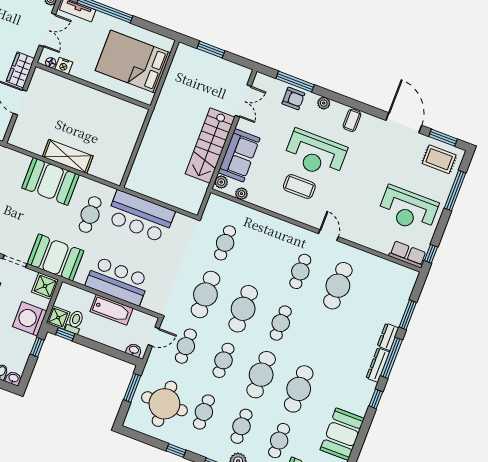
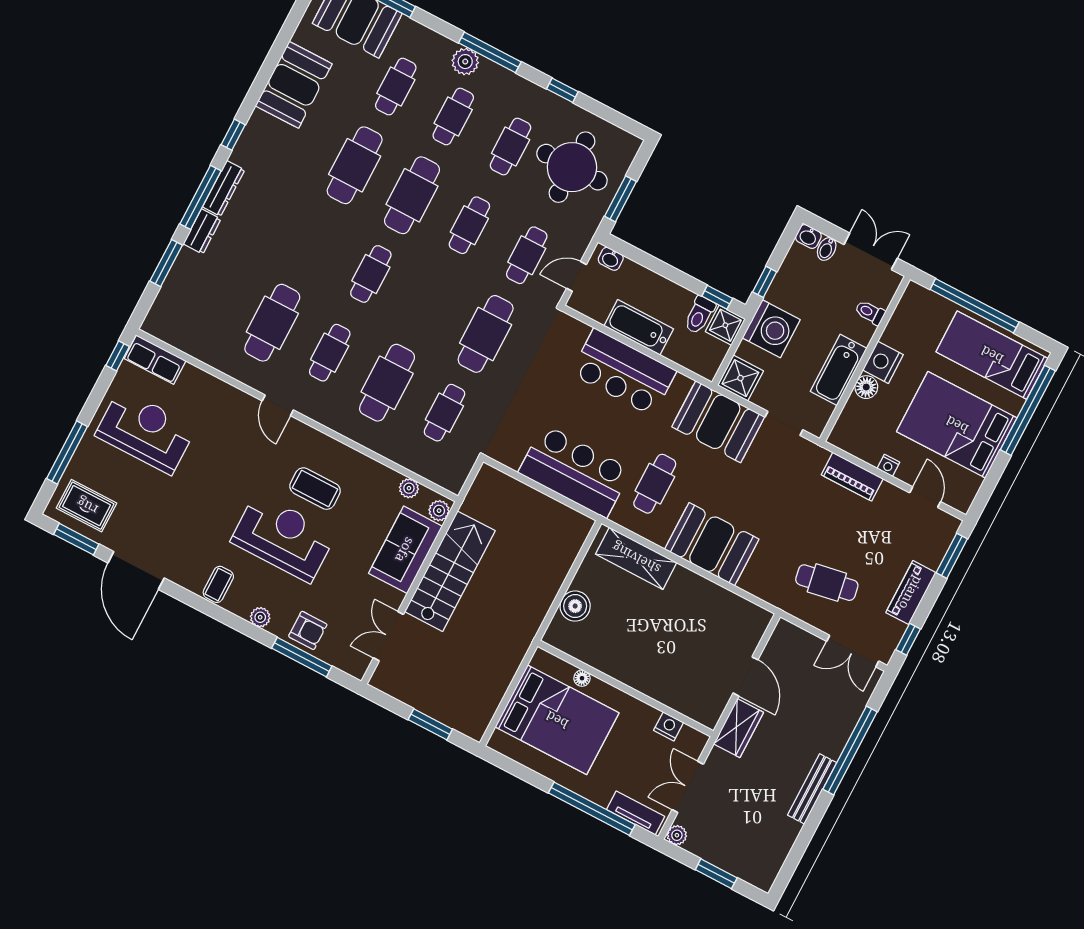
floor lamp: (51, 63) -> (582, 678), moved
armchair: (293, 98) -> (308, 630), turned 180
boiler: (130, 133) -> (575, 606), added
shelving: (68, 156) -> (636, 558), moved
cafe table: (243, 309) -> (387, 383), moved

